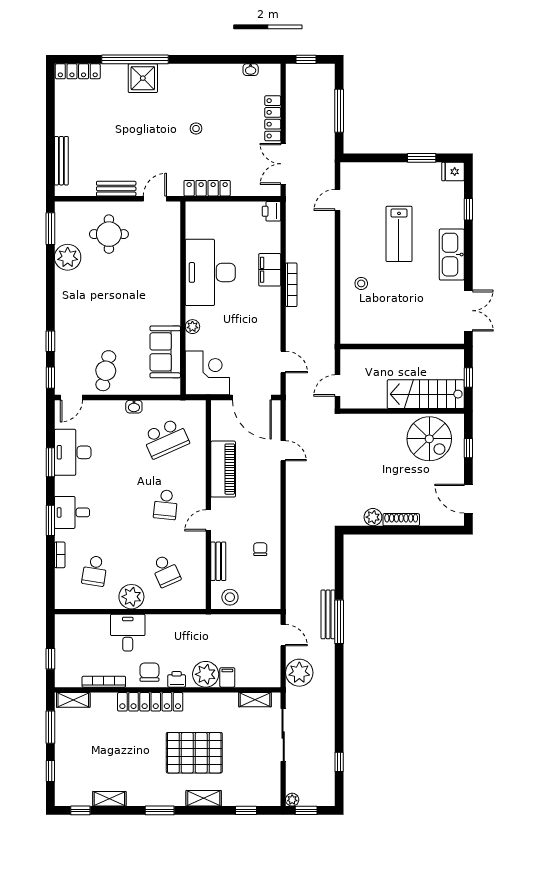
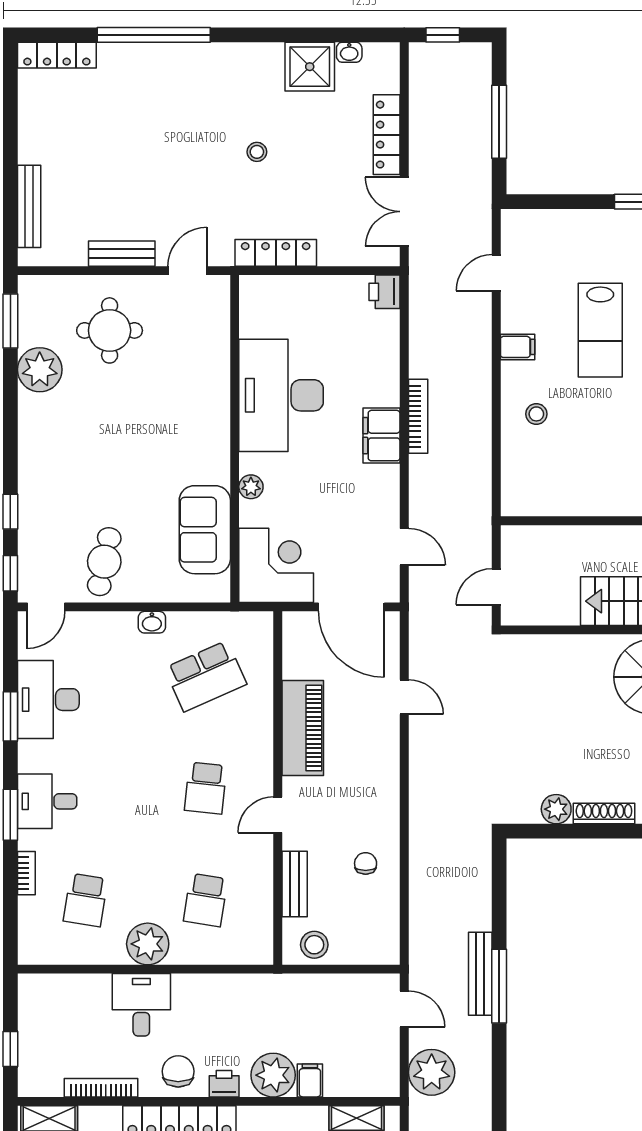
shower: (143, 78) -> (310, 67), moved
filing cabinet: (350, 244) -> (518, 347), added
filing cabinet: (270, 270) -> (382, 436), moved
school desk: (166, 571) -> (206, 900), turned 33

